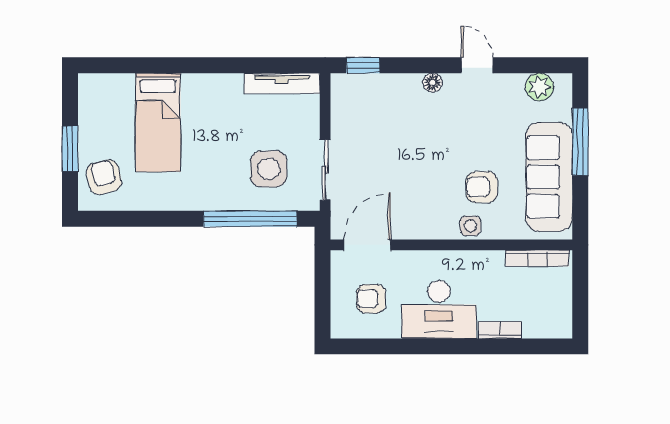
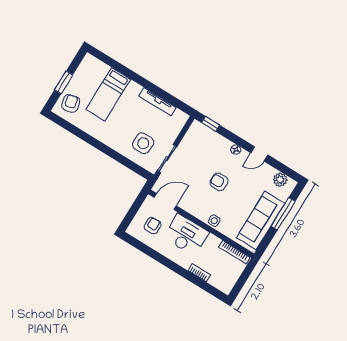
door: (477, 65) -> (259, 154), swing flipped
tv unit: (282, 83) -> (157, 102), moved
armchair: (482, 187) -> (219, 182), moved
window: (250, 219) -> (122, 160), removed
armchair: (371, 299) -> (153, 226), turned 90
desk: (439, 309) -> (186, 235), moved, turned 180

